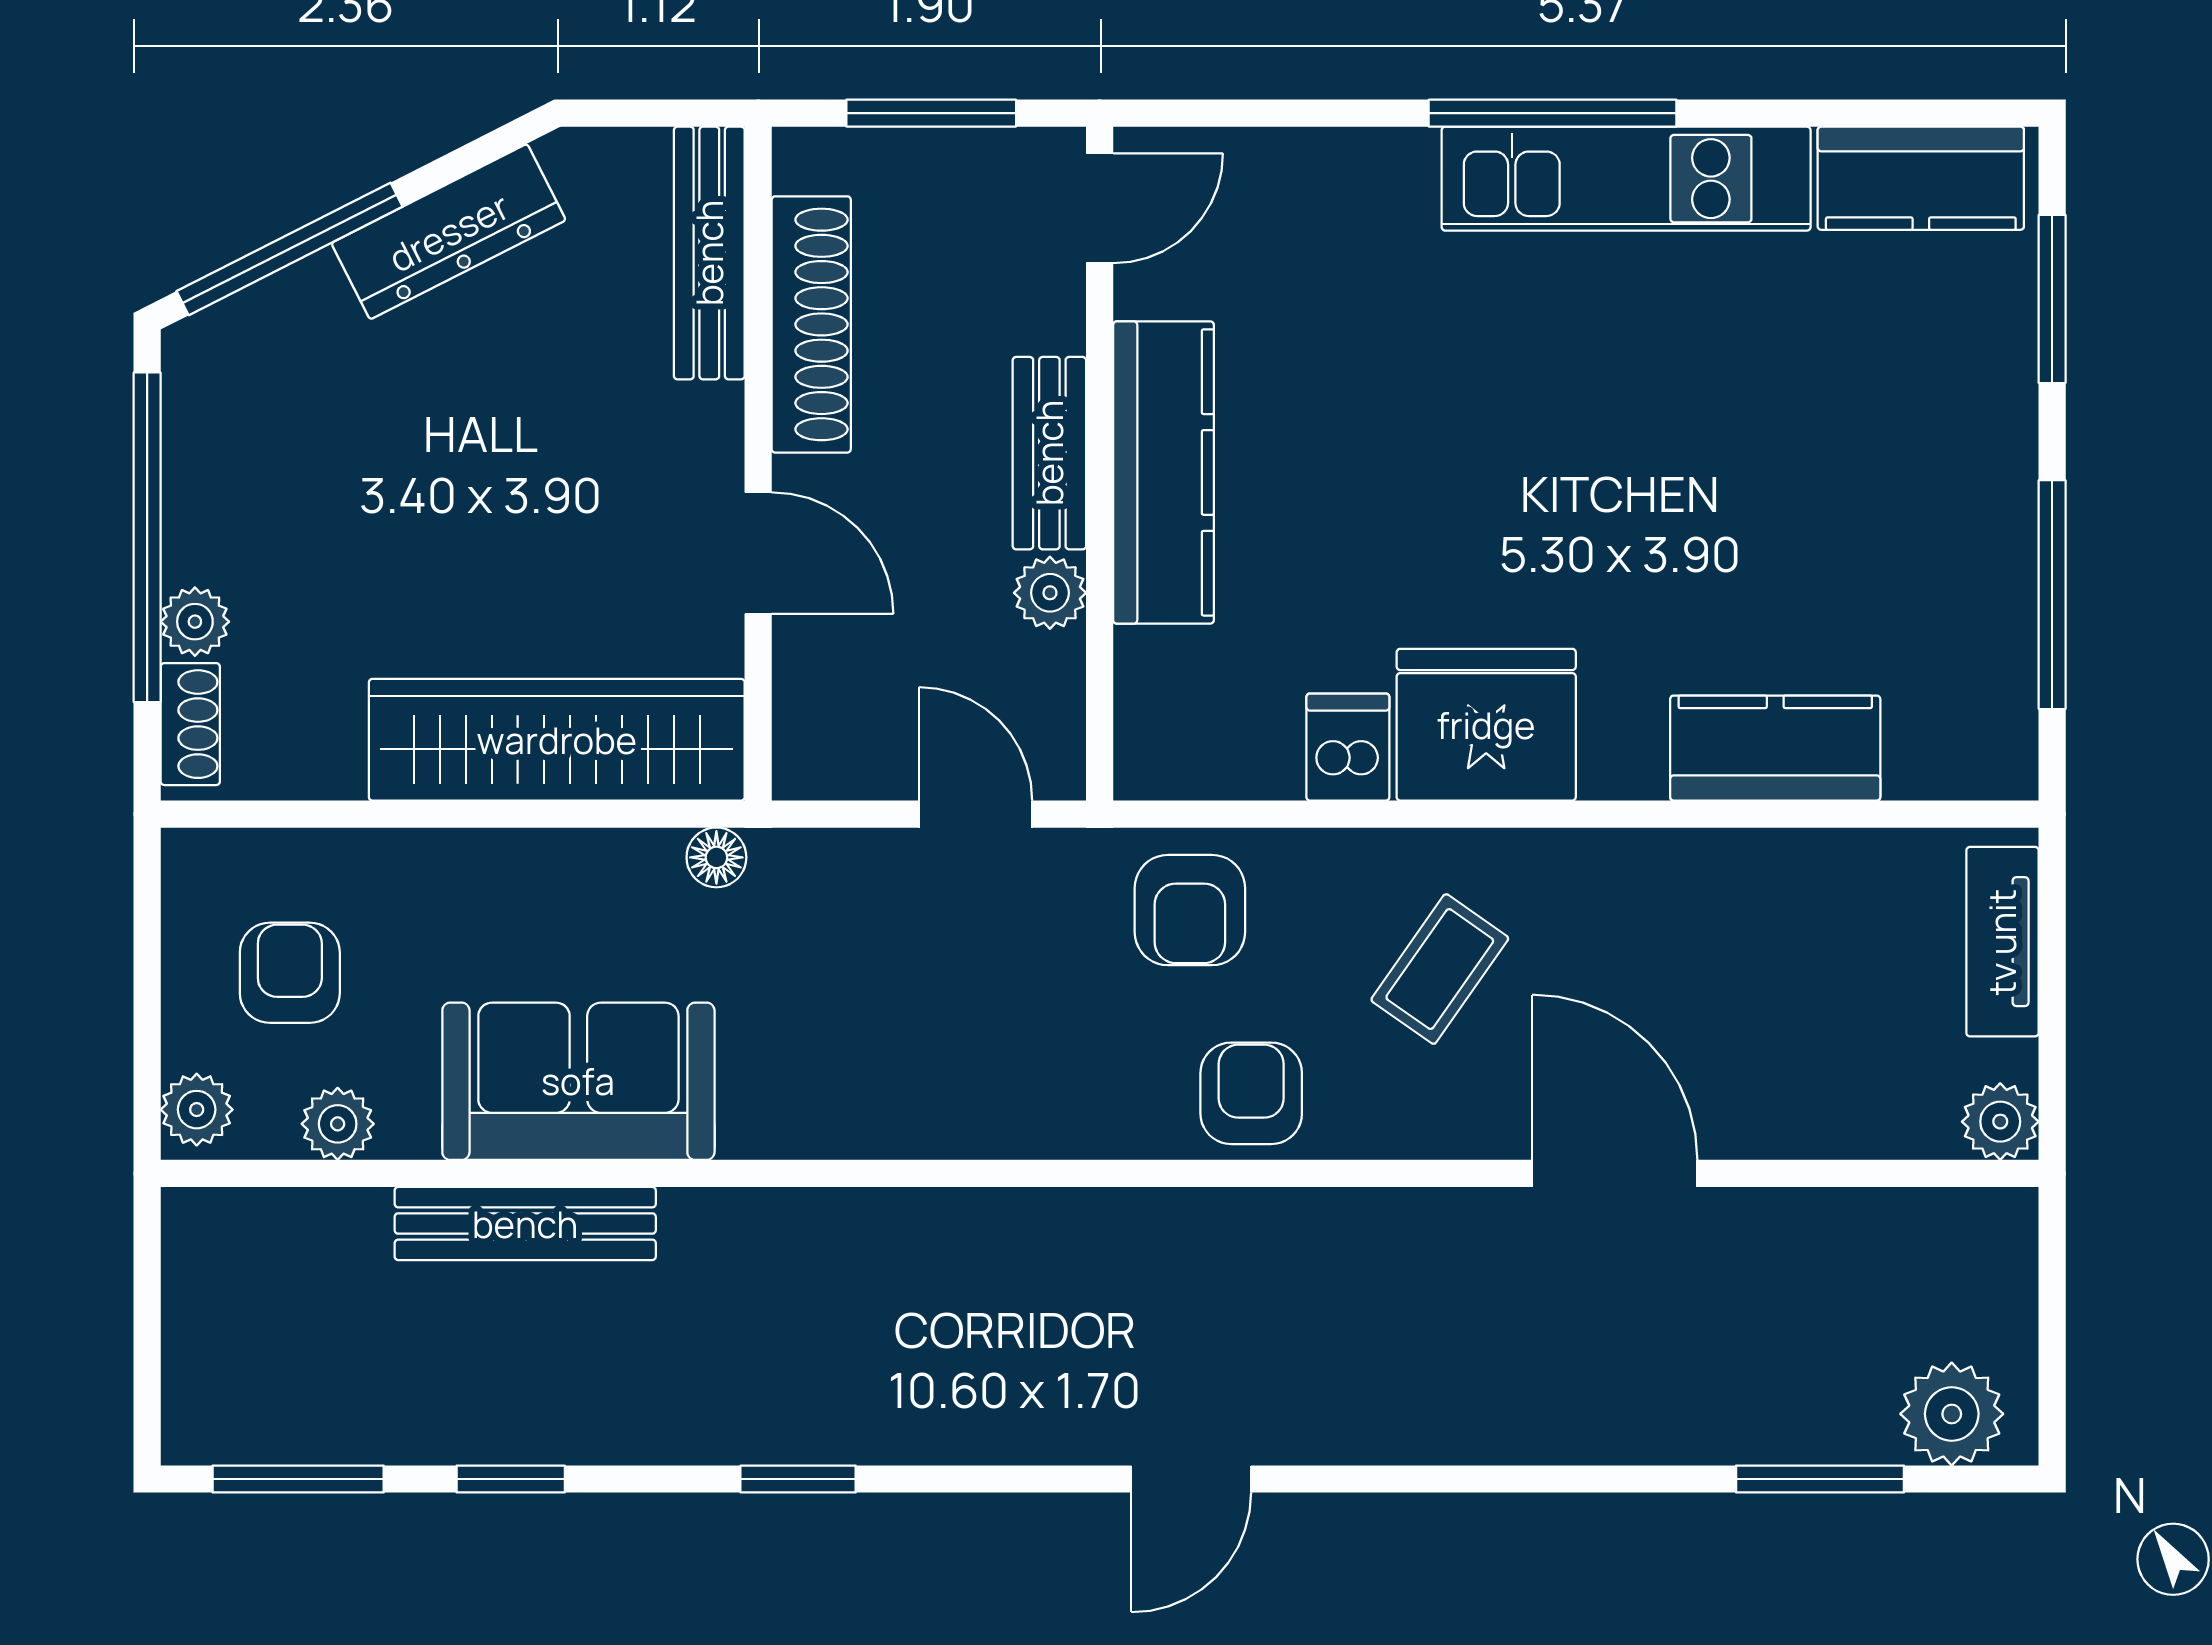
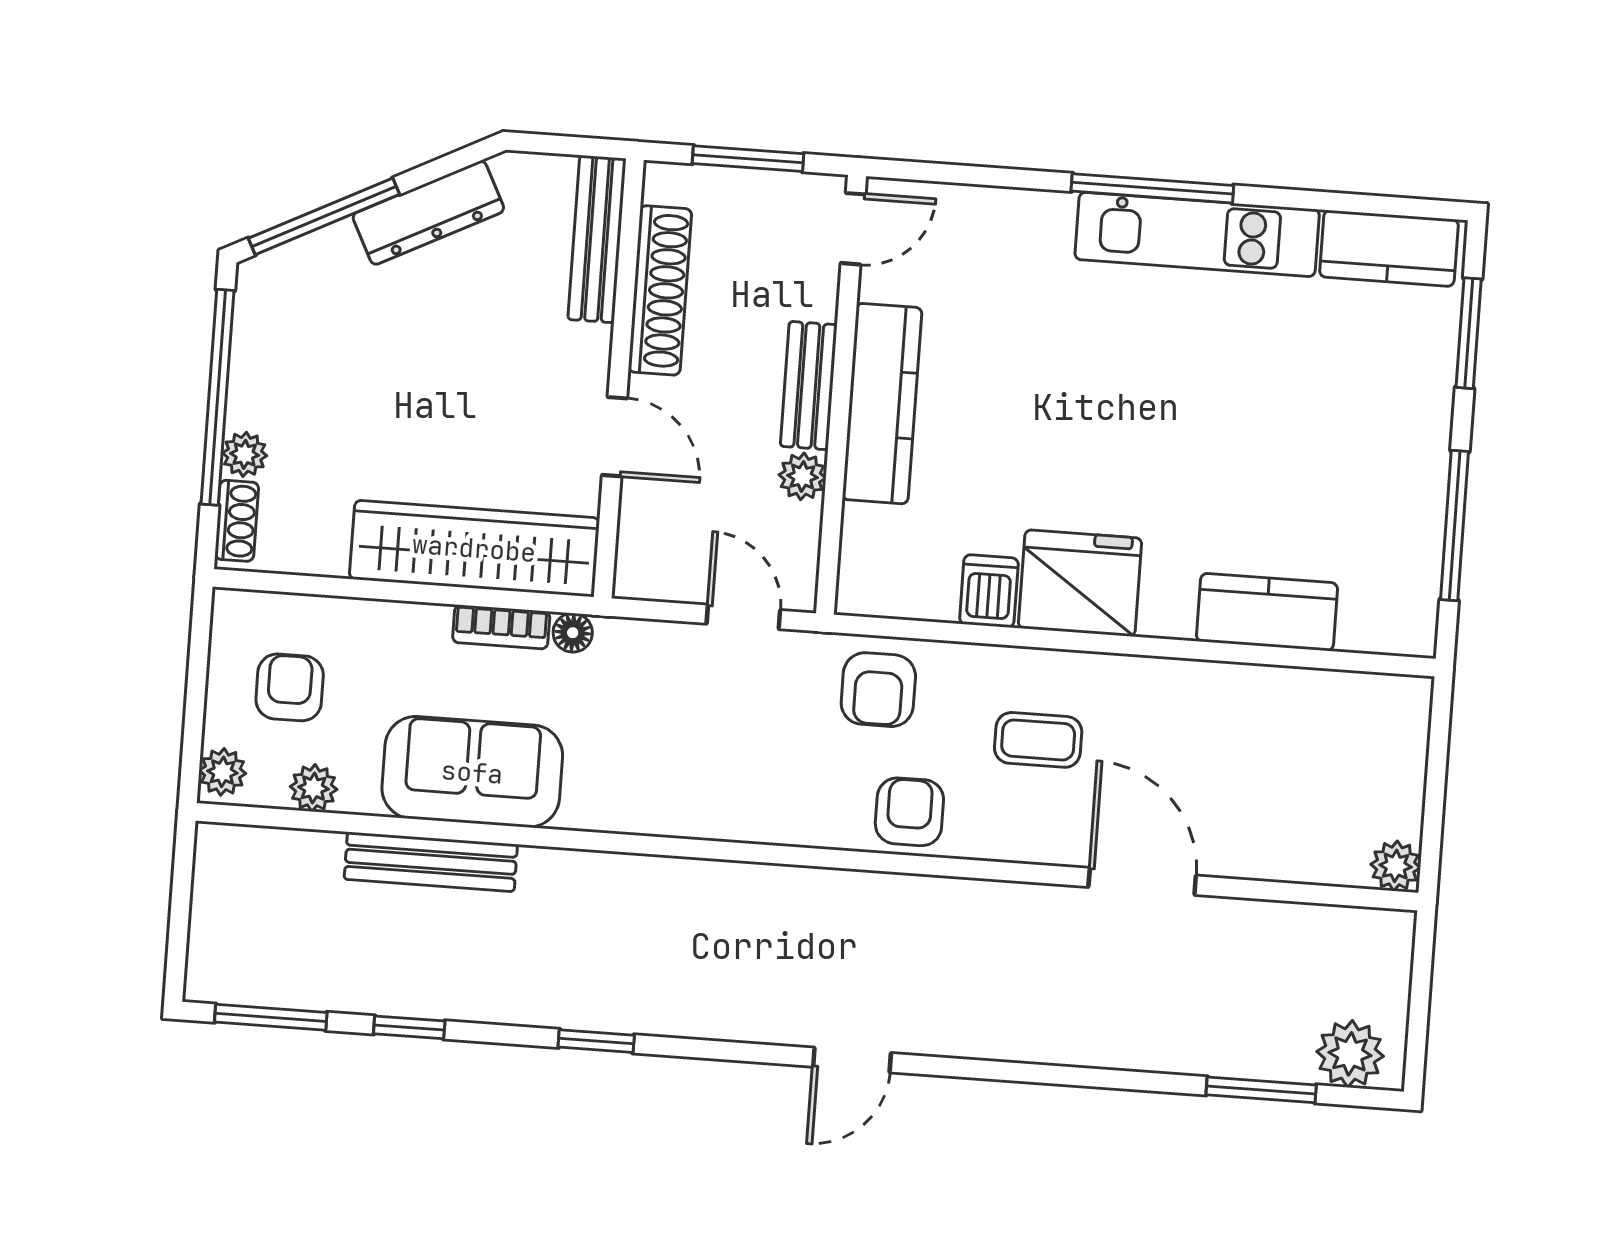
bookcase: (606, 857) -> (501, 627), added
tv unit: (2002, 942) -> (1406, 749), removed
coffee table: (1440, 969) -> (1038, 740), turned 55

